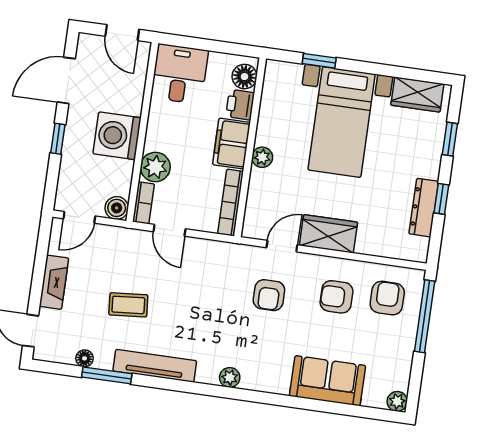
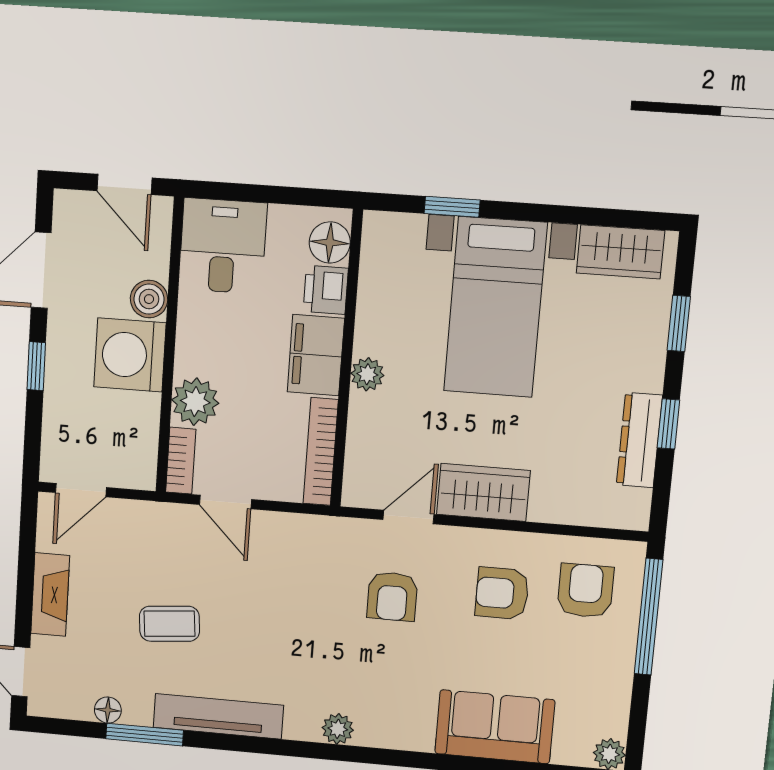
boiler: (117, 208) -> (149, 299), moved

